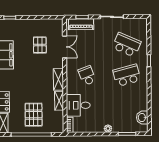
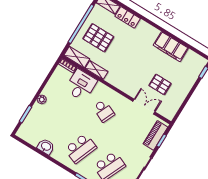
double door: (65, 47) -> (144, 107), swing flipped
school desk: (127, 75) -> (81, 148), turned 36
school desk: (87, 76) -> (104, 111), turned 45
shelving: (58, 79) -> (77, 57), moved
washbasin: (142, 118) -> (46, 147), moved

